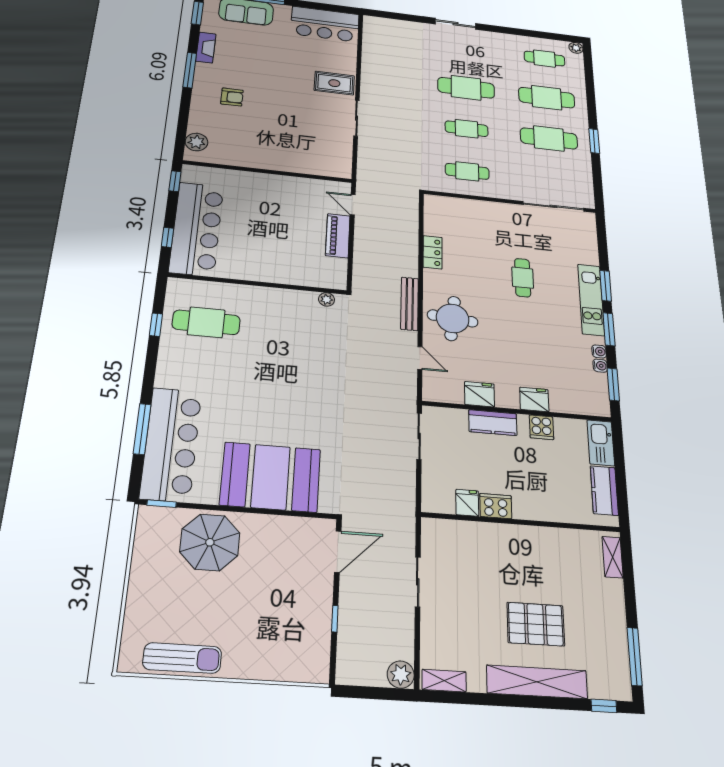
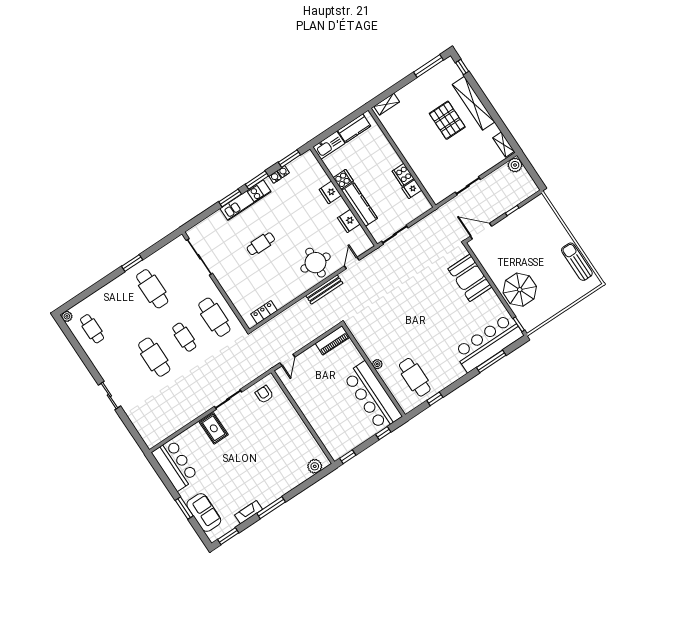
armchair: (232, 97) -> (264, 394), moved
cafe table: (547, 98) -> (122, 309), removed
cafe table: (467, 171) -> (214, 317), width x1.37, depth x1.35
bar counter: (196, 229) -> (372, 396), moved, turned -90
piano: (338, 236) -> (332, 340), moved
locker: (433, 252) -> (264, 312), moved
plant: (327, 299) -> (377, 364), moved
kitchen counter: (493, 423) -> (360, 204), width x1.50
booth: (271, 477) -> (470, 278), width x0.73, depth x0.70

